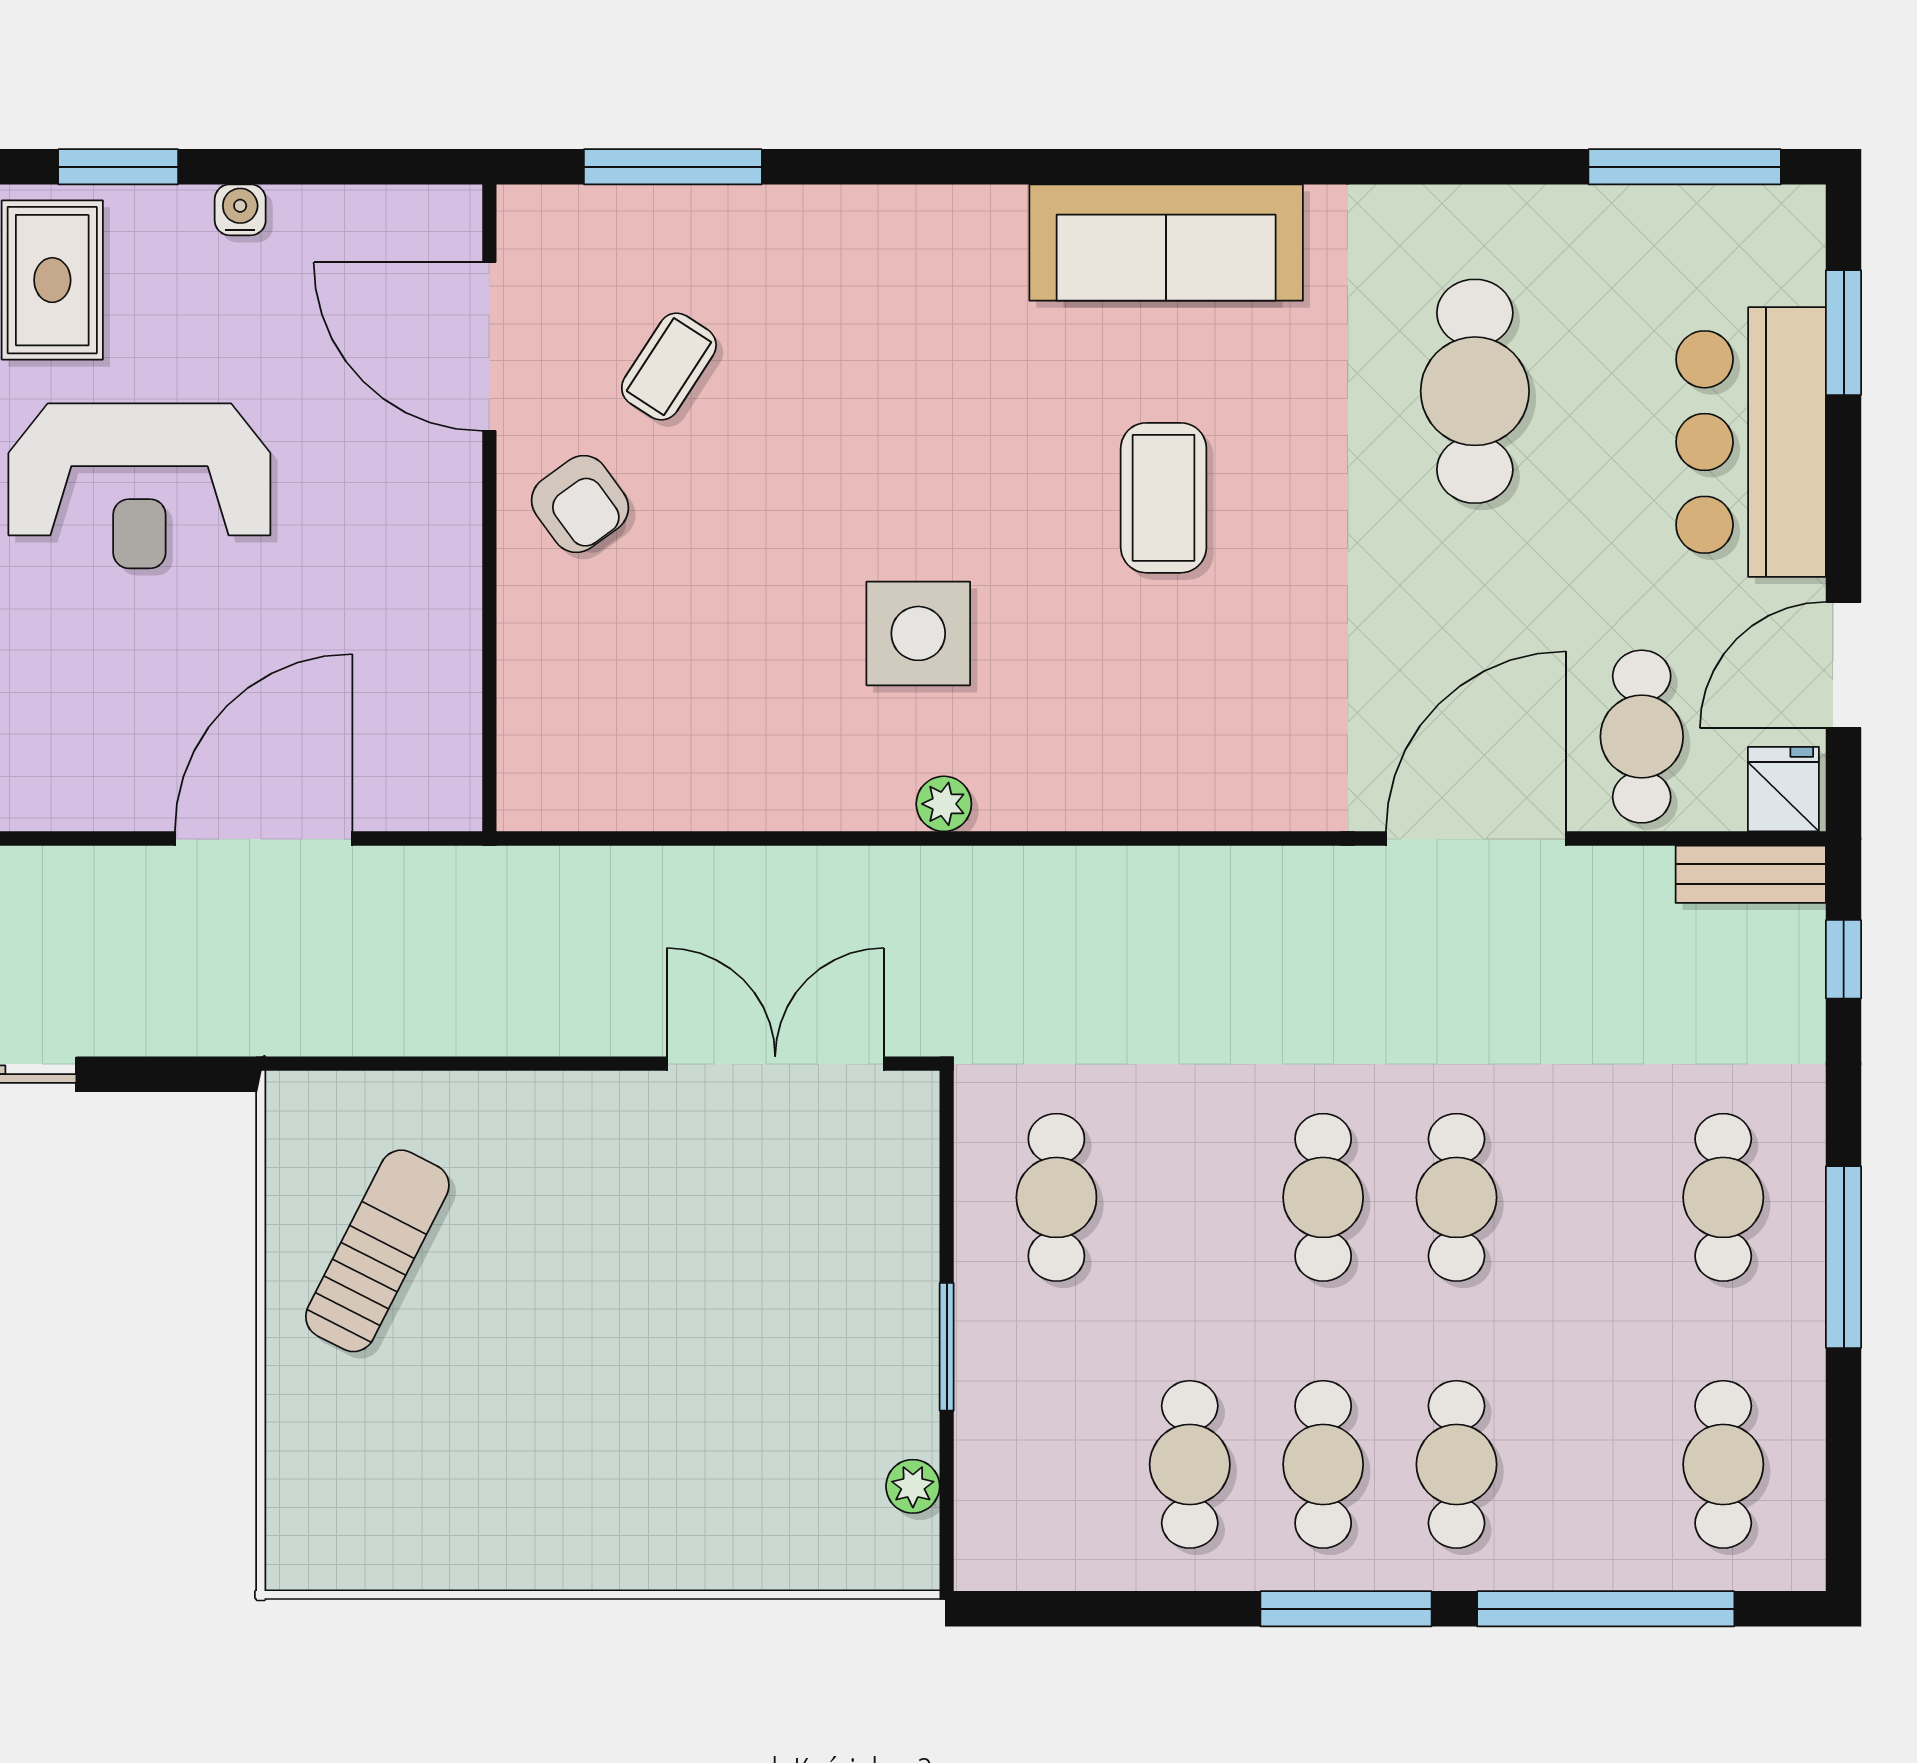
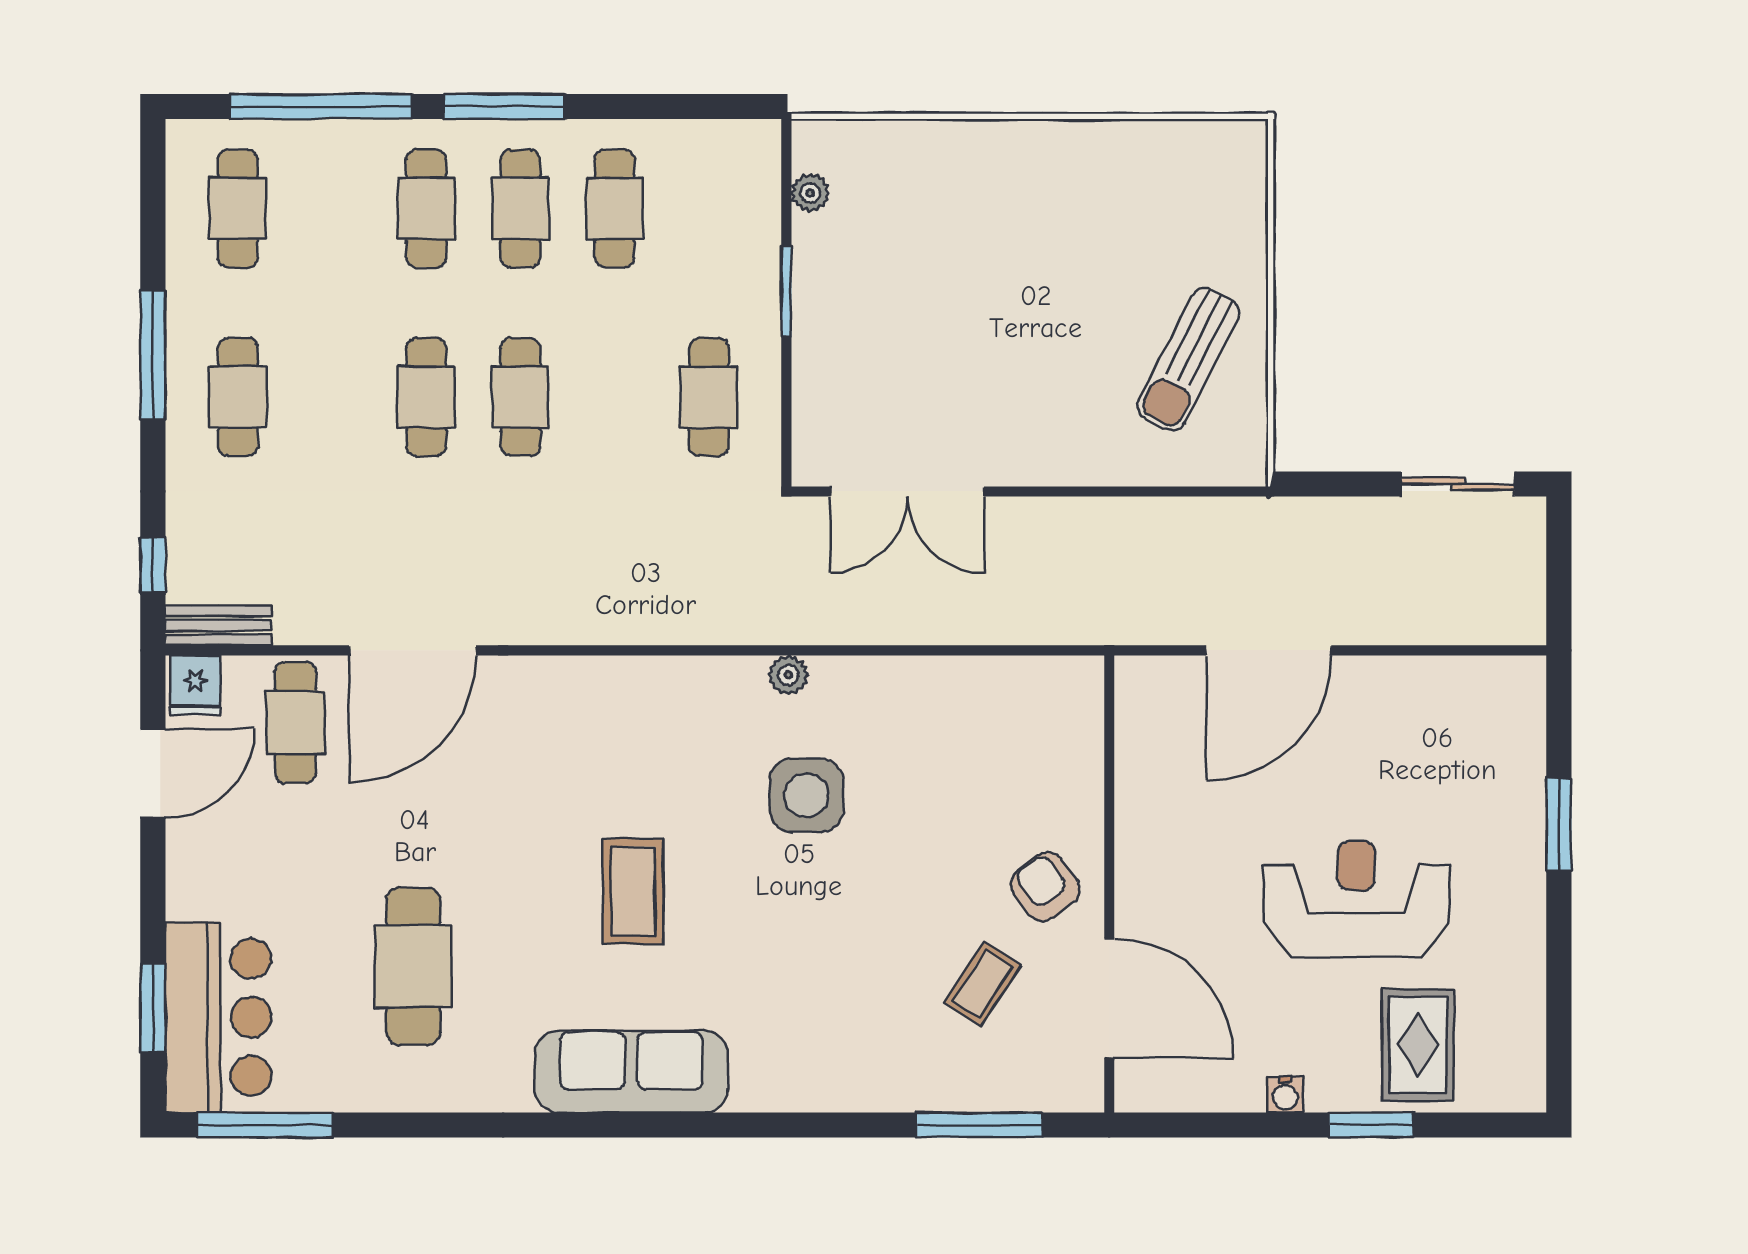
bar counter: (1751, 442) -> (218, 1017), moved

